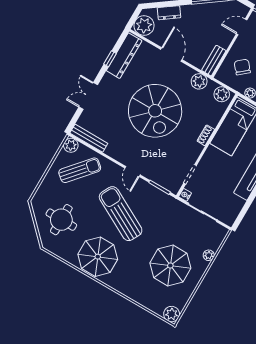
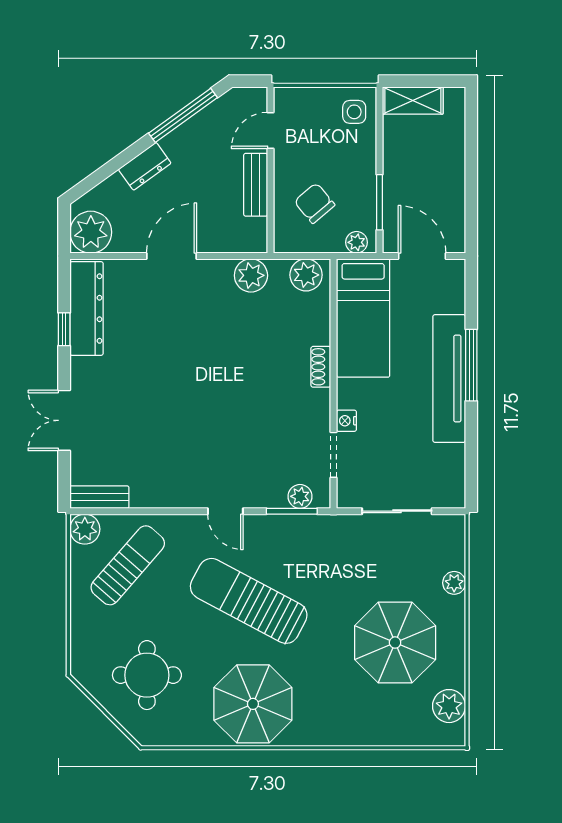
dresser: (169, 13) -> (145, 166), moved
door: (171, 55) -> (172, 256), hinge flipped
bench: (214, 61) -> (256, 185), moved
spiral stairs: (155, 111) -> (202, 376), removed
bench: (89, 138) -> (99, 497), width x0.73
plant: (166, 183) -> (300, 496), added
nightstand: (185, 195) -> (346, 421), moved
plant: (172, 314) -> (449, 706), moved

